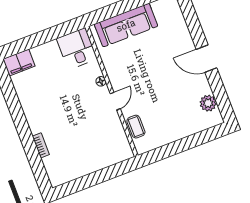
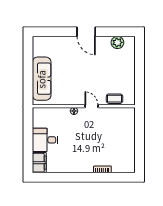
desk: (77, 49) -> (45, 140), moved
door: (206, 59) -> (86, 32), hinge flipped

